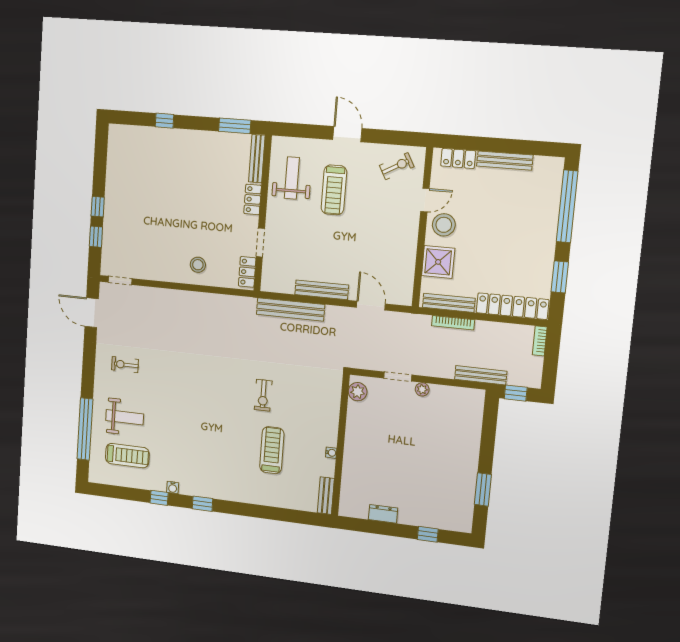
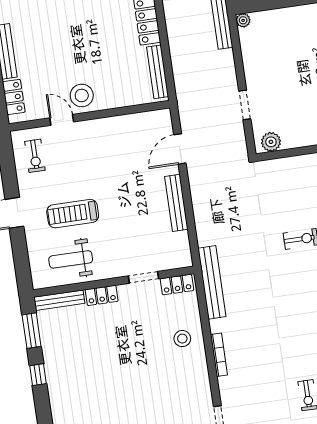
window: (164, 121) -> (38, 375), moved
exercise bike: (397, 166) -> (35, 156), turned -151
treadmill: (334, 190) -> (73, 214), turned 180
shower: (438, 262) -> (120, 92), removed
bench: (290, 309) -> (212, 282), moved
bookcase: (453, 323) -> (219, 355), moved
plant: (422, 389) -> (243, 20), moved

